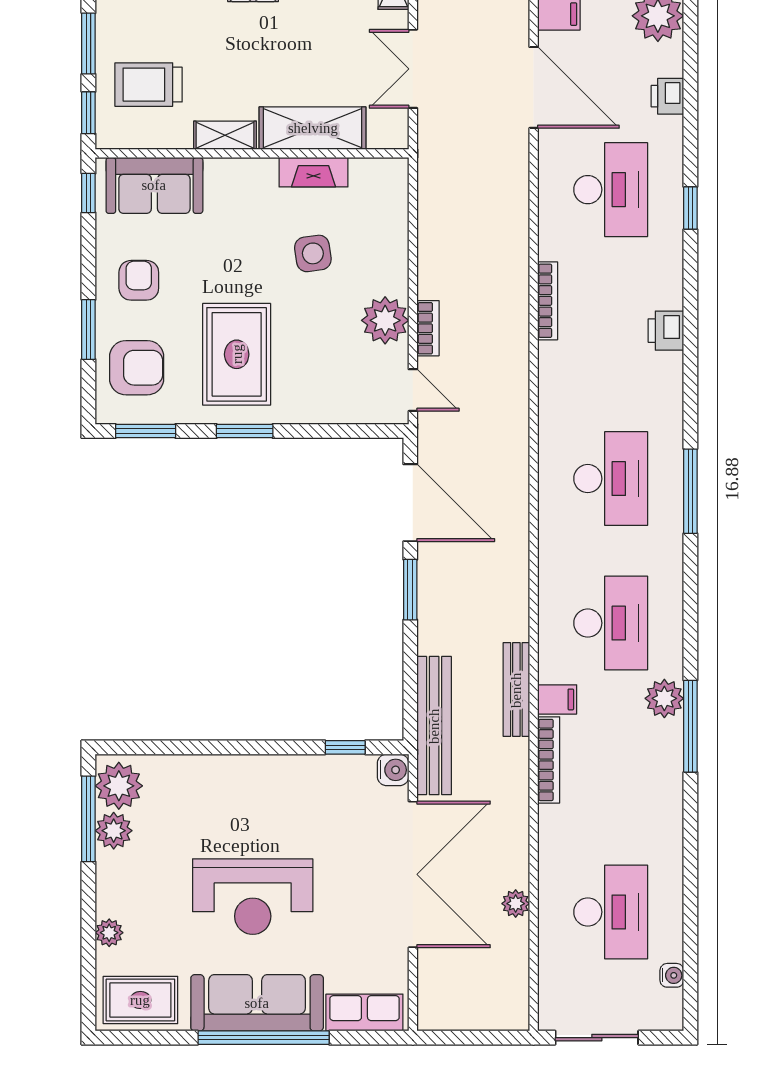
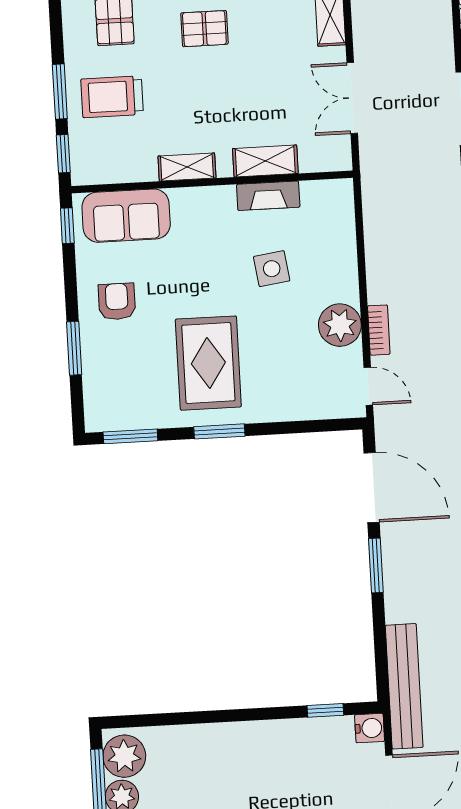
trolley: (149, 85) -> (112, 97), moved
shelving: (313, 128) -> (265, 161), width x0.67, depth x0.75
armchair: (137, 368) -> (119, 380), removed

